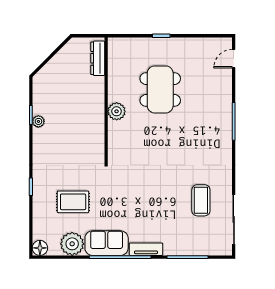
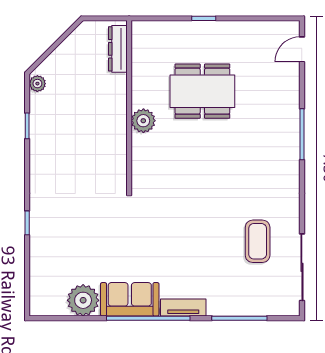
dining table: (160, 89) -> (202, 91), turned 90
plant: (38, 121) -> (37, 84), moved
rug: (73, 202) -> (84, 243), removed
floor lamp: (40, 248) -> (39, 306), removed

